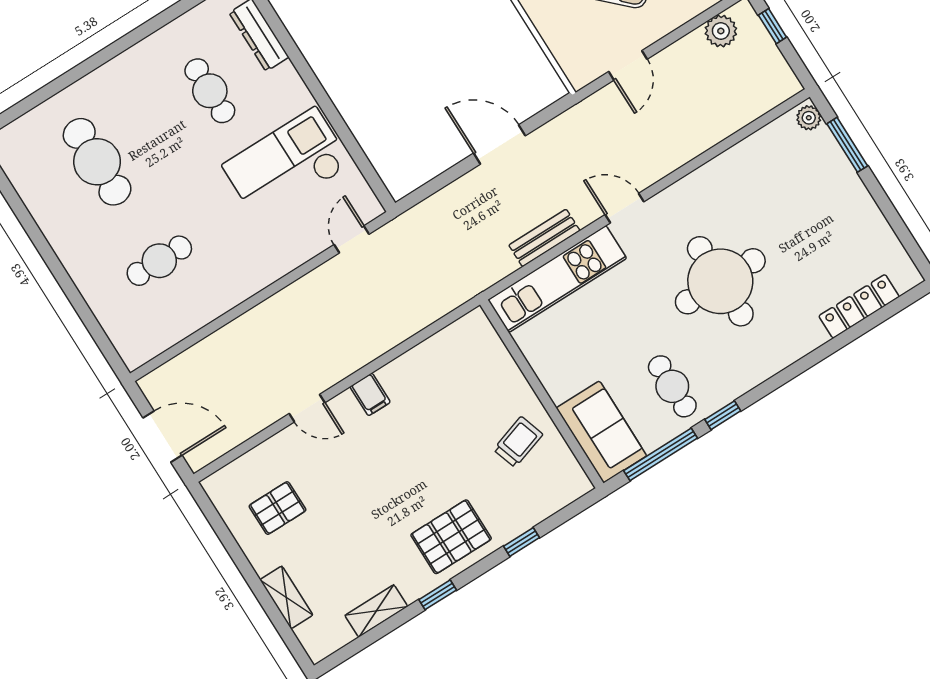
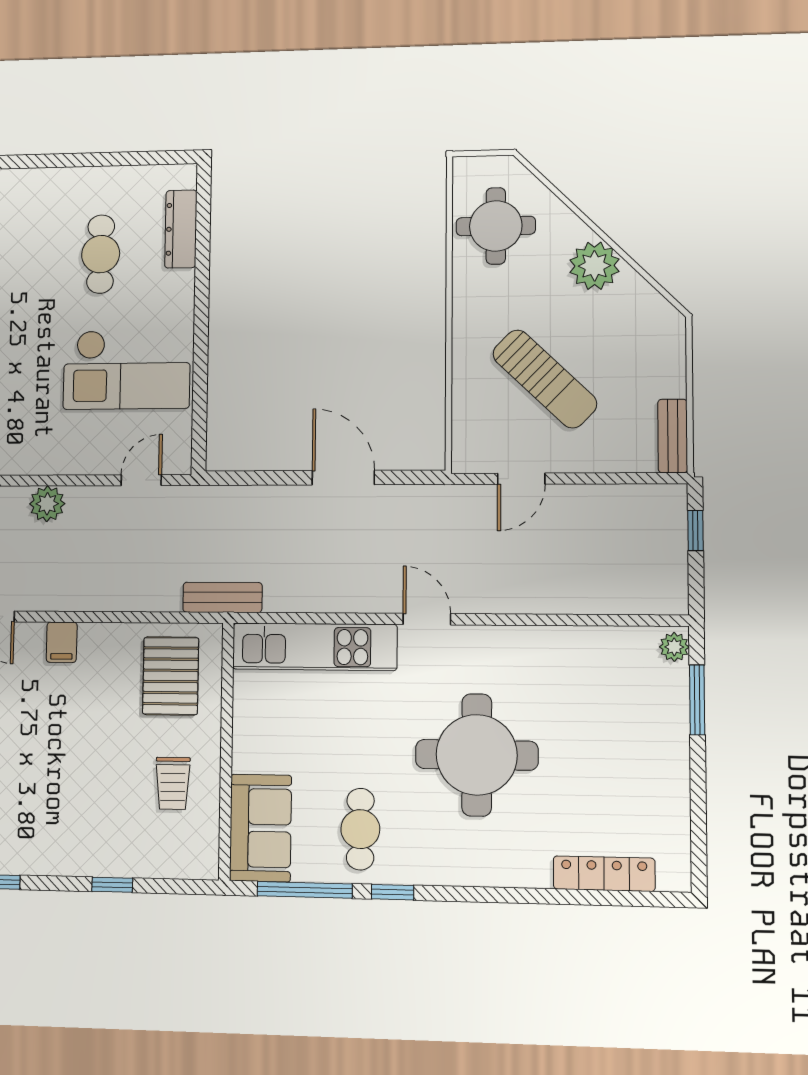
plant: (721, 31) -> (47, 504), moved
checkout: (287, 165) -> (127, 370), turned 180
bench: (544, 238) -> (222, 597), moved
trolley: (518, 442) -> (173, 783), turned 108
pallet: (451, 537) -> (171, 676), moved, turned 90

